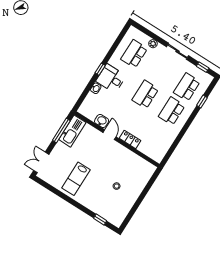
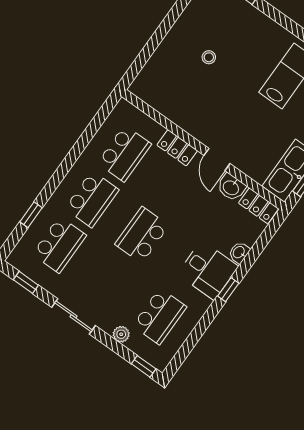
window: (141, 28) -> (144, 366), added
school desk: (145, 94) -> (142, 235), turned 180
locker: (87, 112) -> (259, 206), added
school desk: (157, 135) -> (124, 154), added

